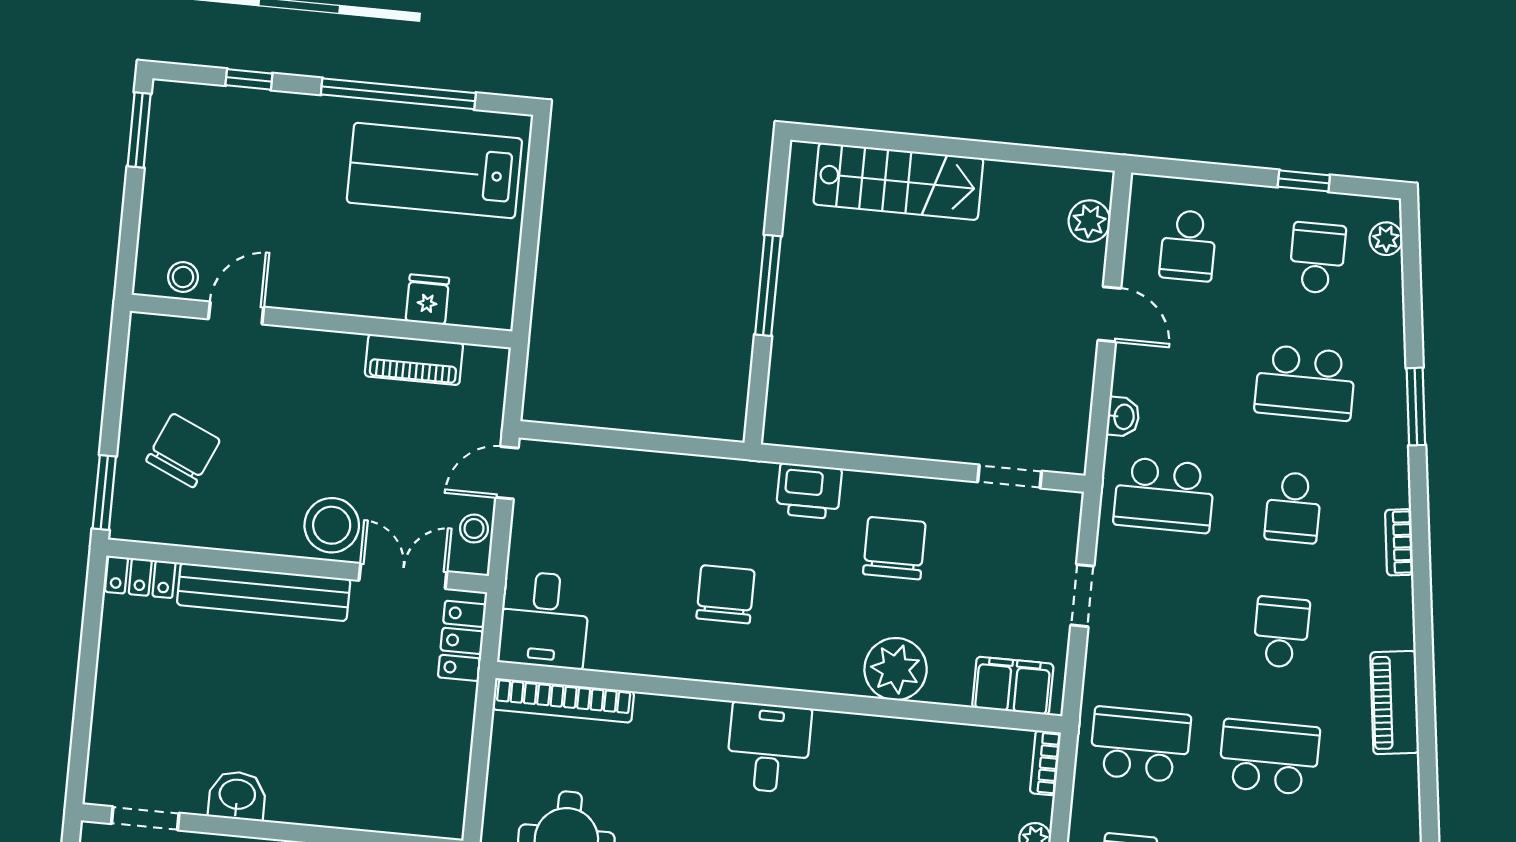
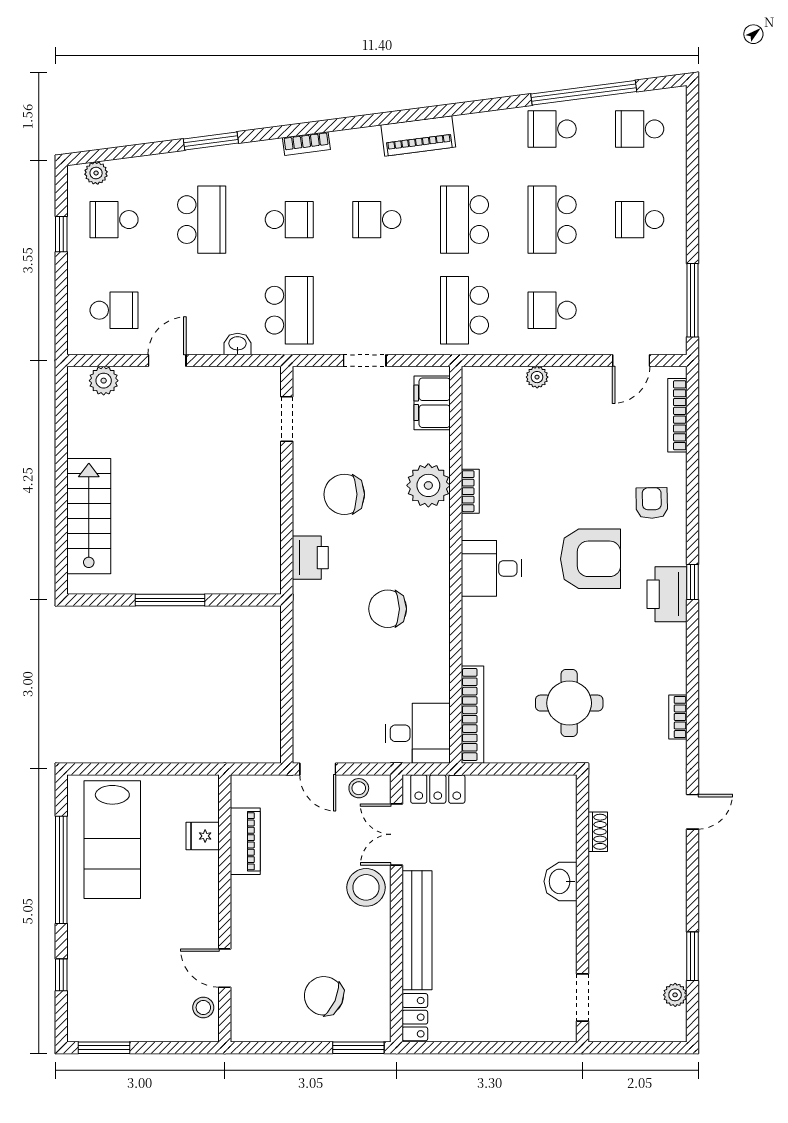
bookcase: (1045, 763) -> (470, 491), moved, turned -90
washbasin: (237, 796) -> (561, 881), moved

